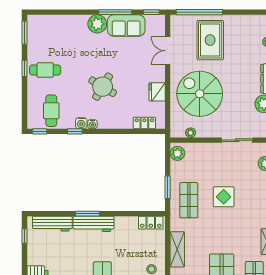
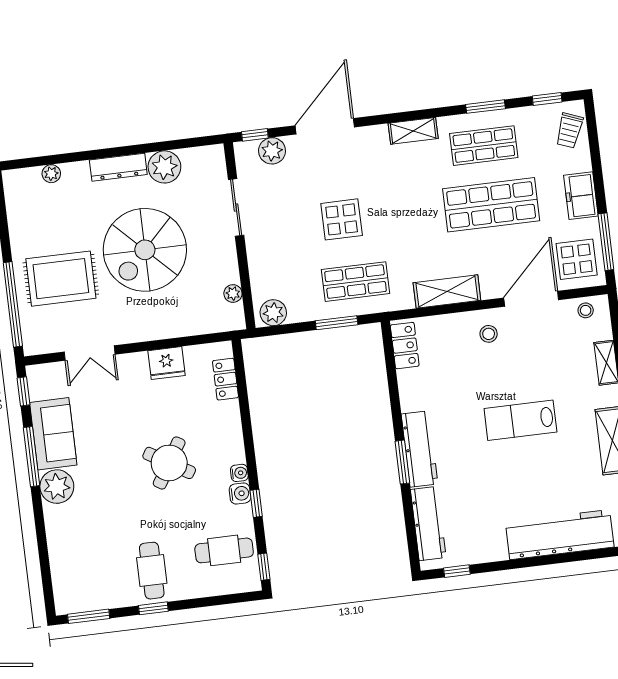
spiral stairs: (200, 94) -> (145, 250), moved

